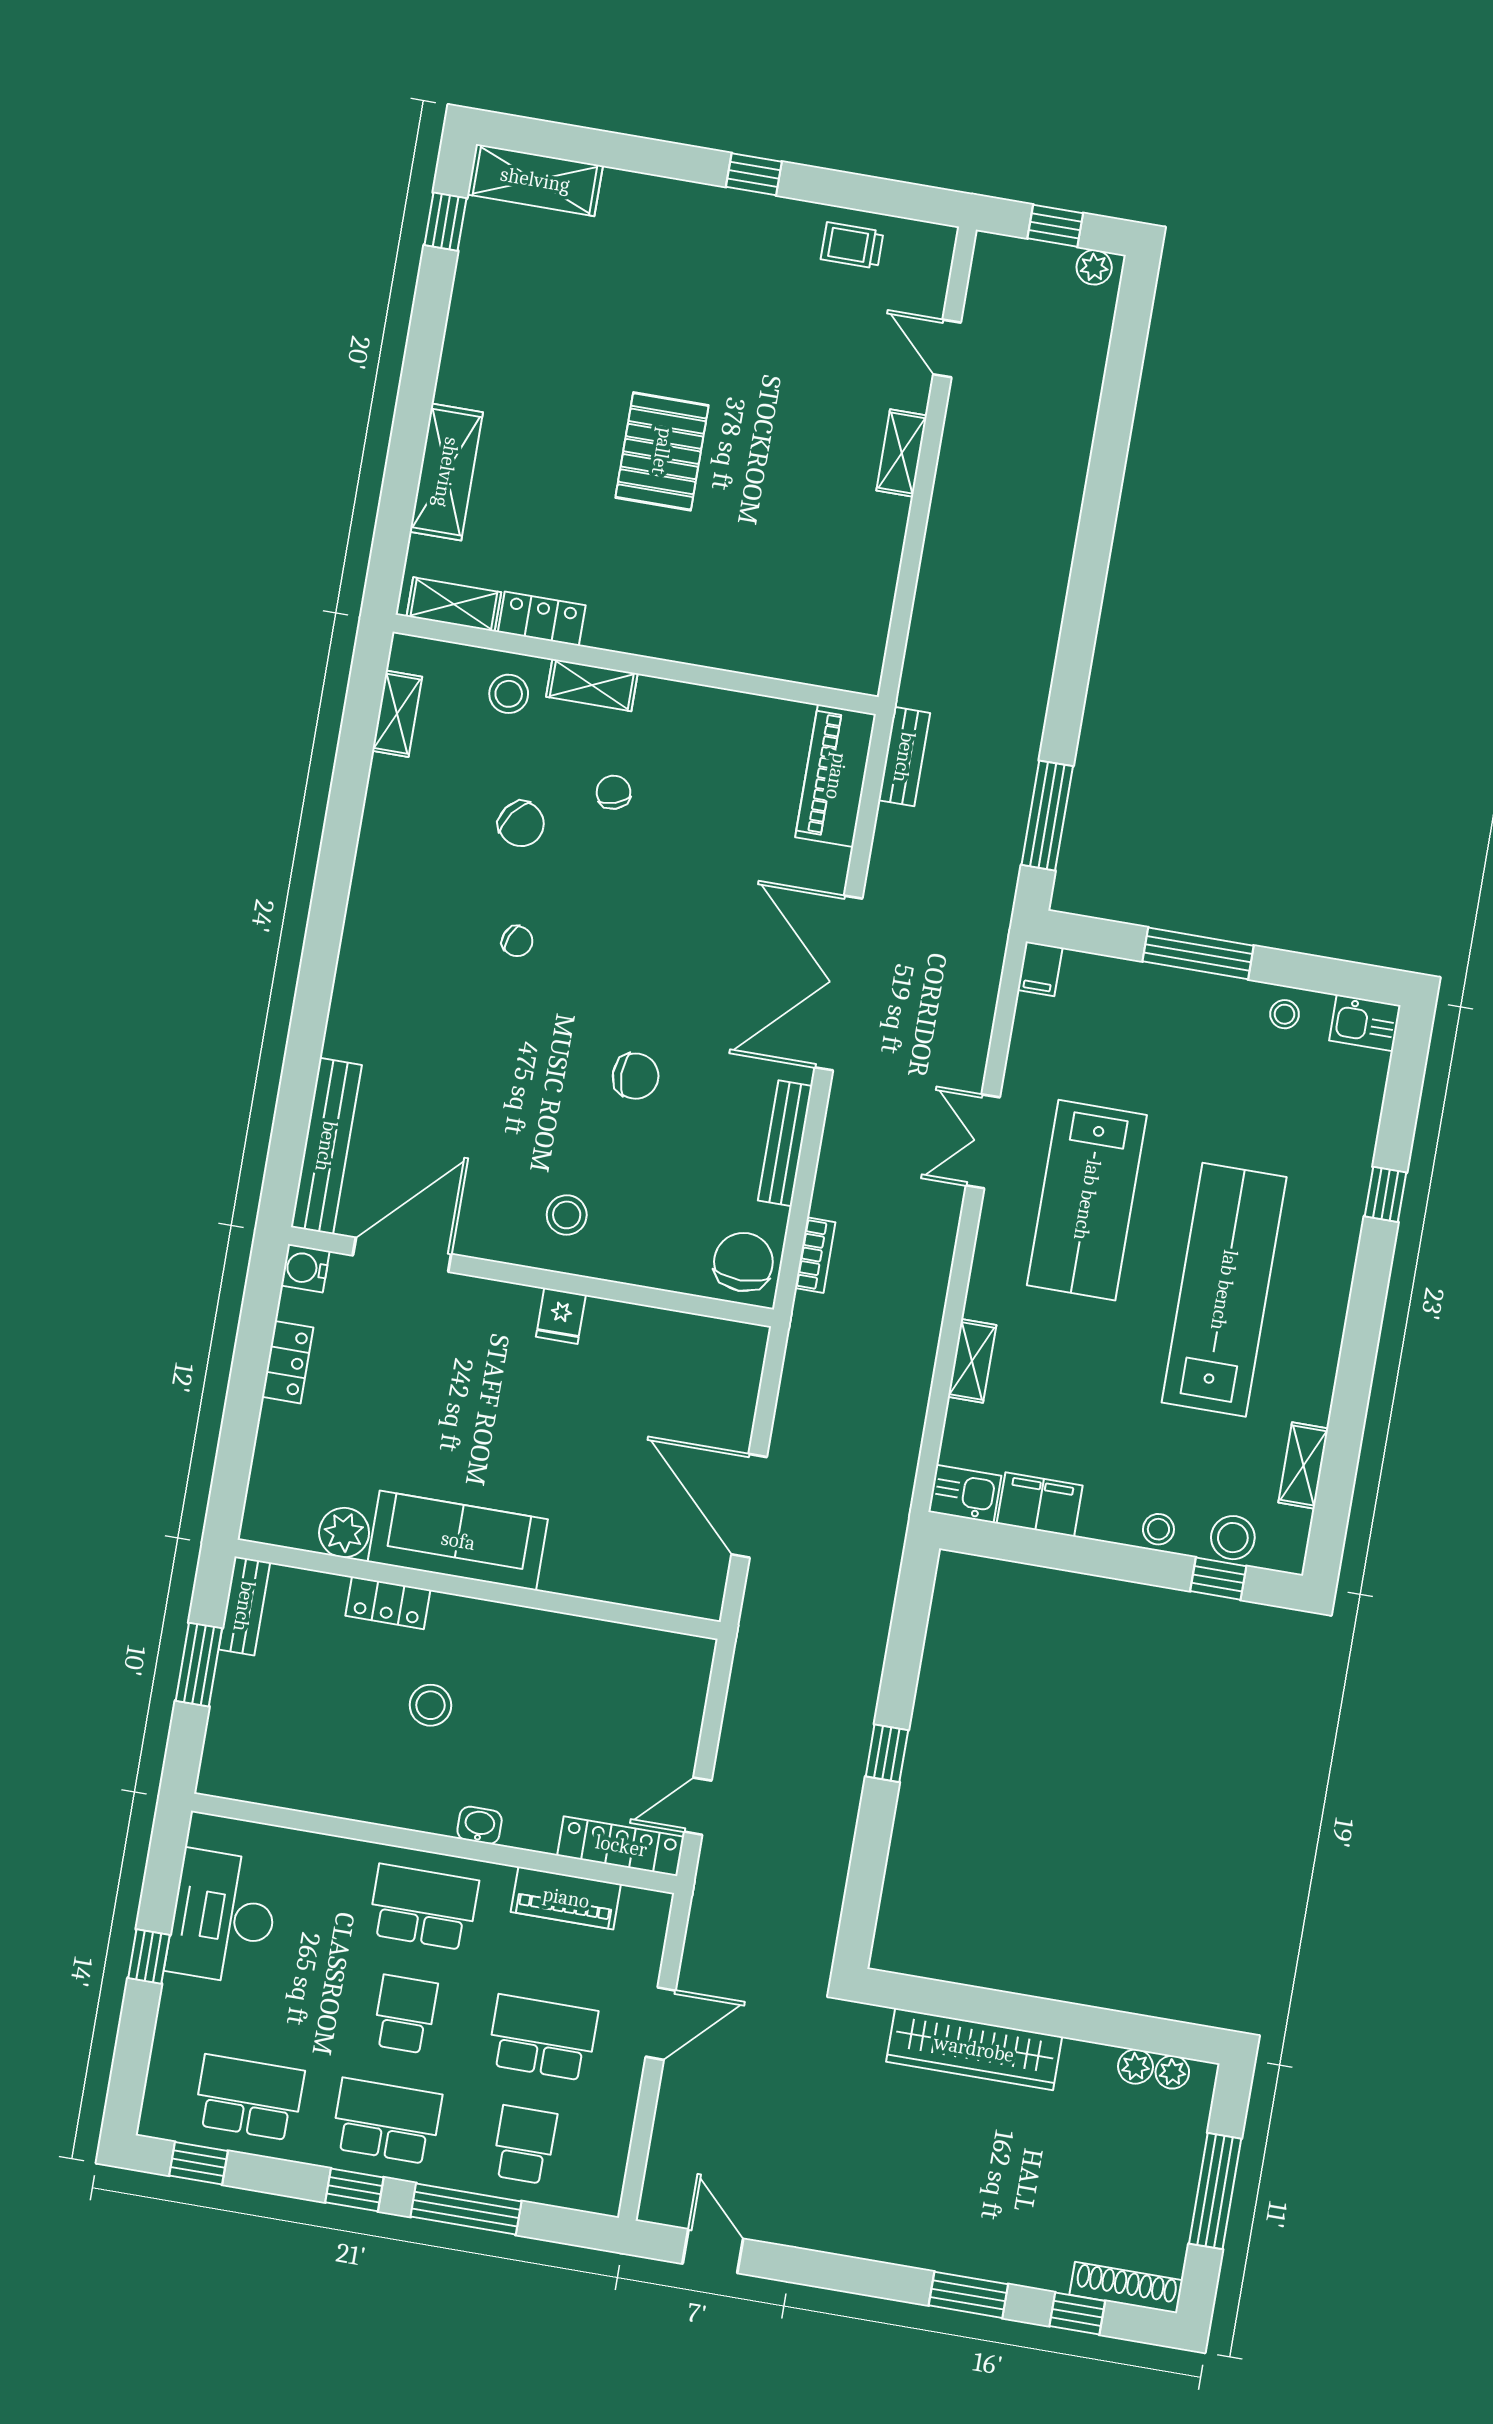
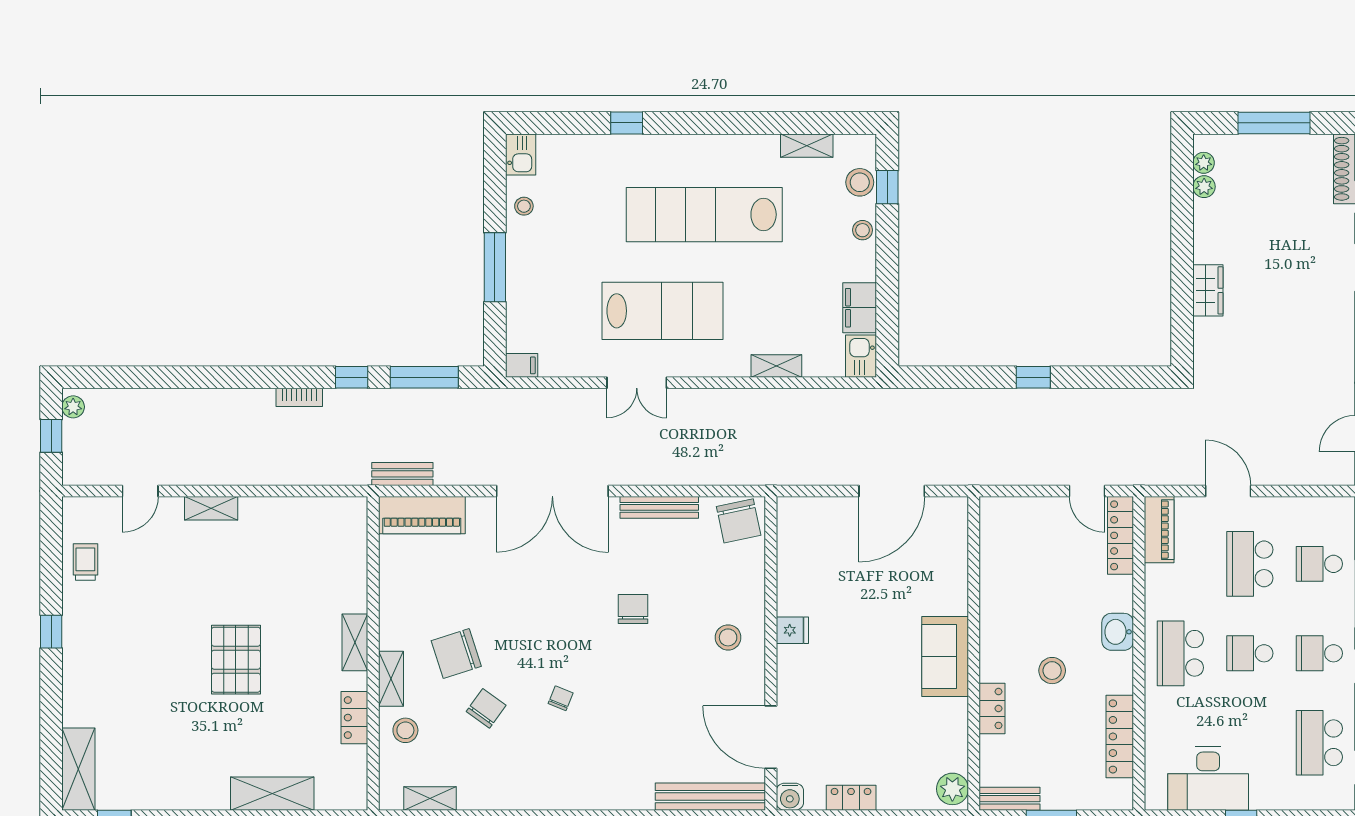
trolley: (852, 245) -> (85, 562), turned 180
pallet: (662, 451) -> (236, 660), turned 90
shelving: (454, 604) -> (355, 642), moved
window: (1066, 704) -> (352, 377), added
chair: (614, 792) -> (456, 654), width x1.87, depth x1.87
bookcase: (815, 1255) -> (299, 397), moved, turned 180
chair: (743, 1262) -> (739, 521), turned -102
plant: (344, 1533) -> (952, 789), moved
sofa: (458, 1541) -> (945, 657), width x0.73
locker: (311, 1792) -> (1120, 736), added
washbasin: (480, 1825) -> (1118, 632), width x1.38, depth x1.45
piano: (566, 1898) -> (1159, 530), moved
wardrobe: (974, 2049) -> (1208, 290), width x0.48, depth x0.85
school desk: (387, 2121) -> (1319, 653), width x0.54

